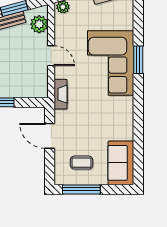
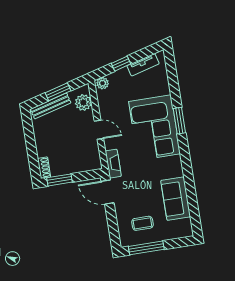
door: (50, 136) -> (107, 192), moved
sofa: (121, 163) -> (176, 199), moved

